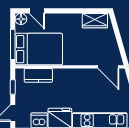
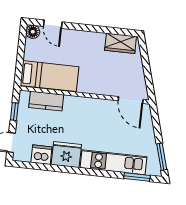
window: (13, 44) -> (20, 61), removed
bed: (39, 49) -> (49, 76), width x0.67

